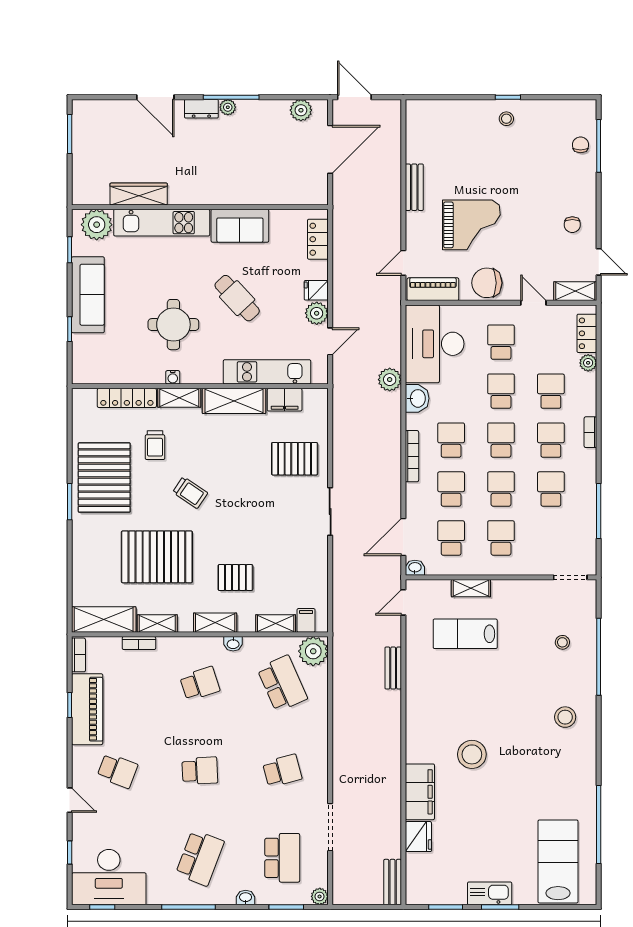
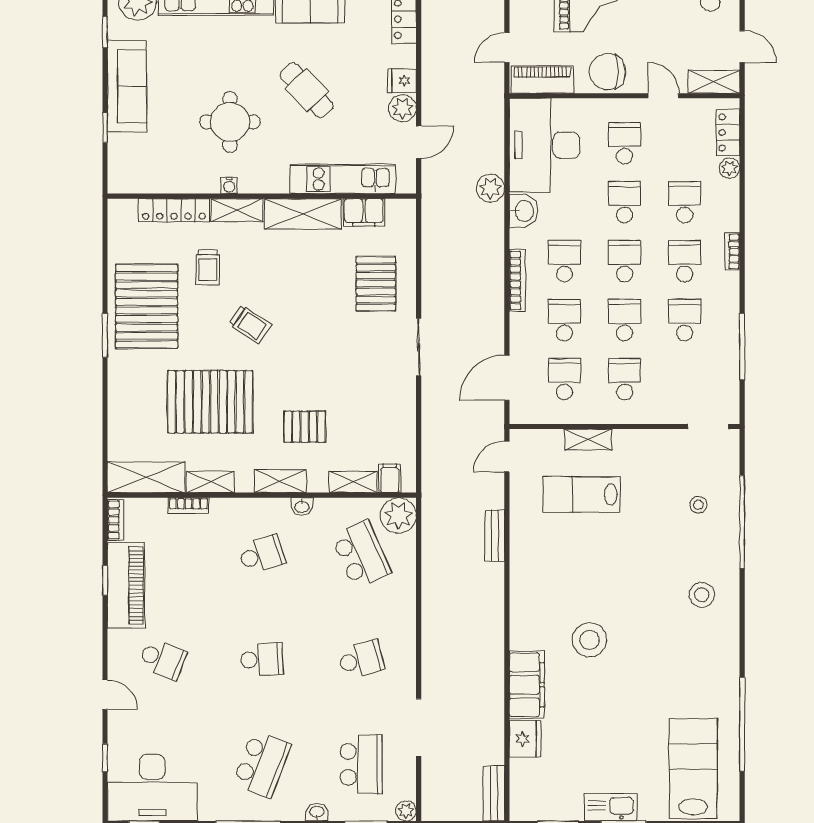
pallet: (295, 459) -> (376, 284), turned 90
washbasin: (415, 568) -> (521, 415), removed

